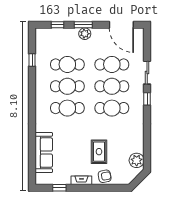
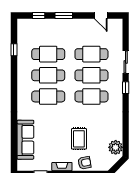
door: (121, 25) -> (101, 15), width x0.53
plant: (85, 34) -> (65, 24), removed

